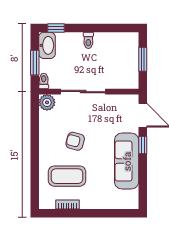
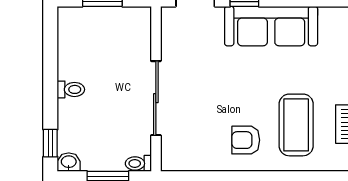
washbasin: (47, 45) -> (69, 162), width x0.52, depth x0.69
plant: (47, 102) -> (174, 158), removed
armchair: (75, 141) -> (246, 140), moved, turned 75

